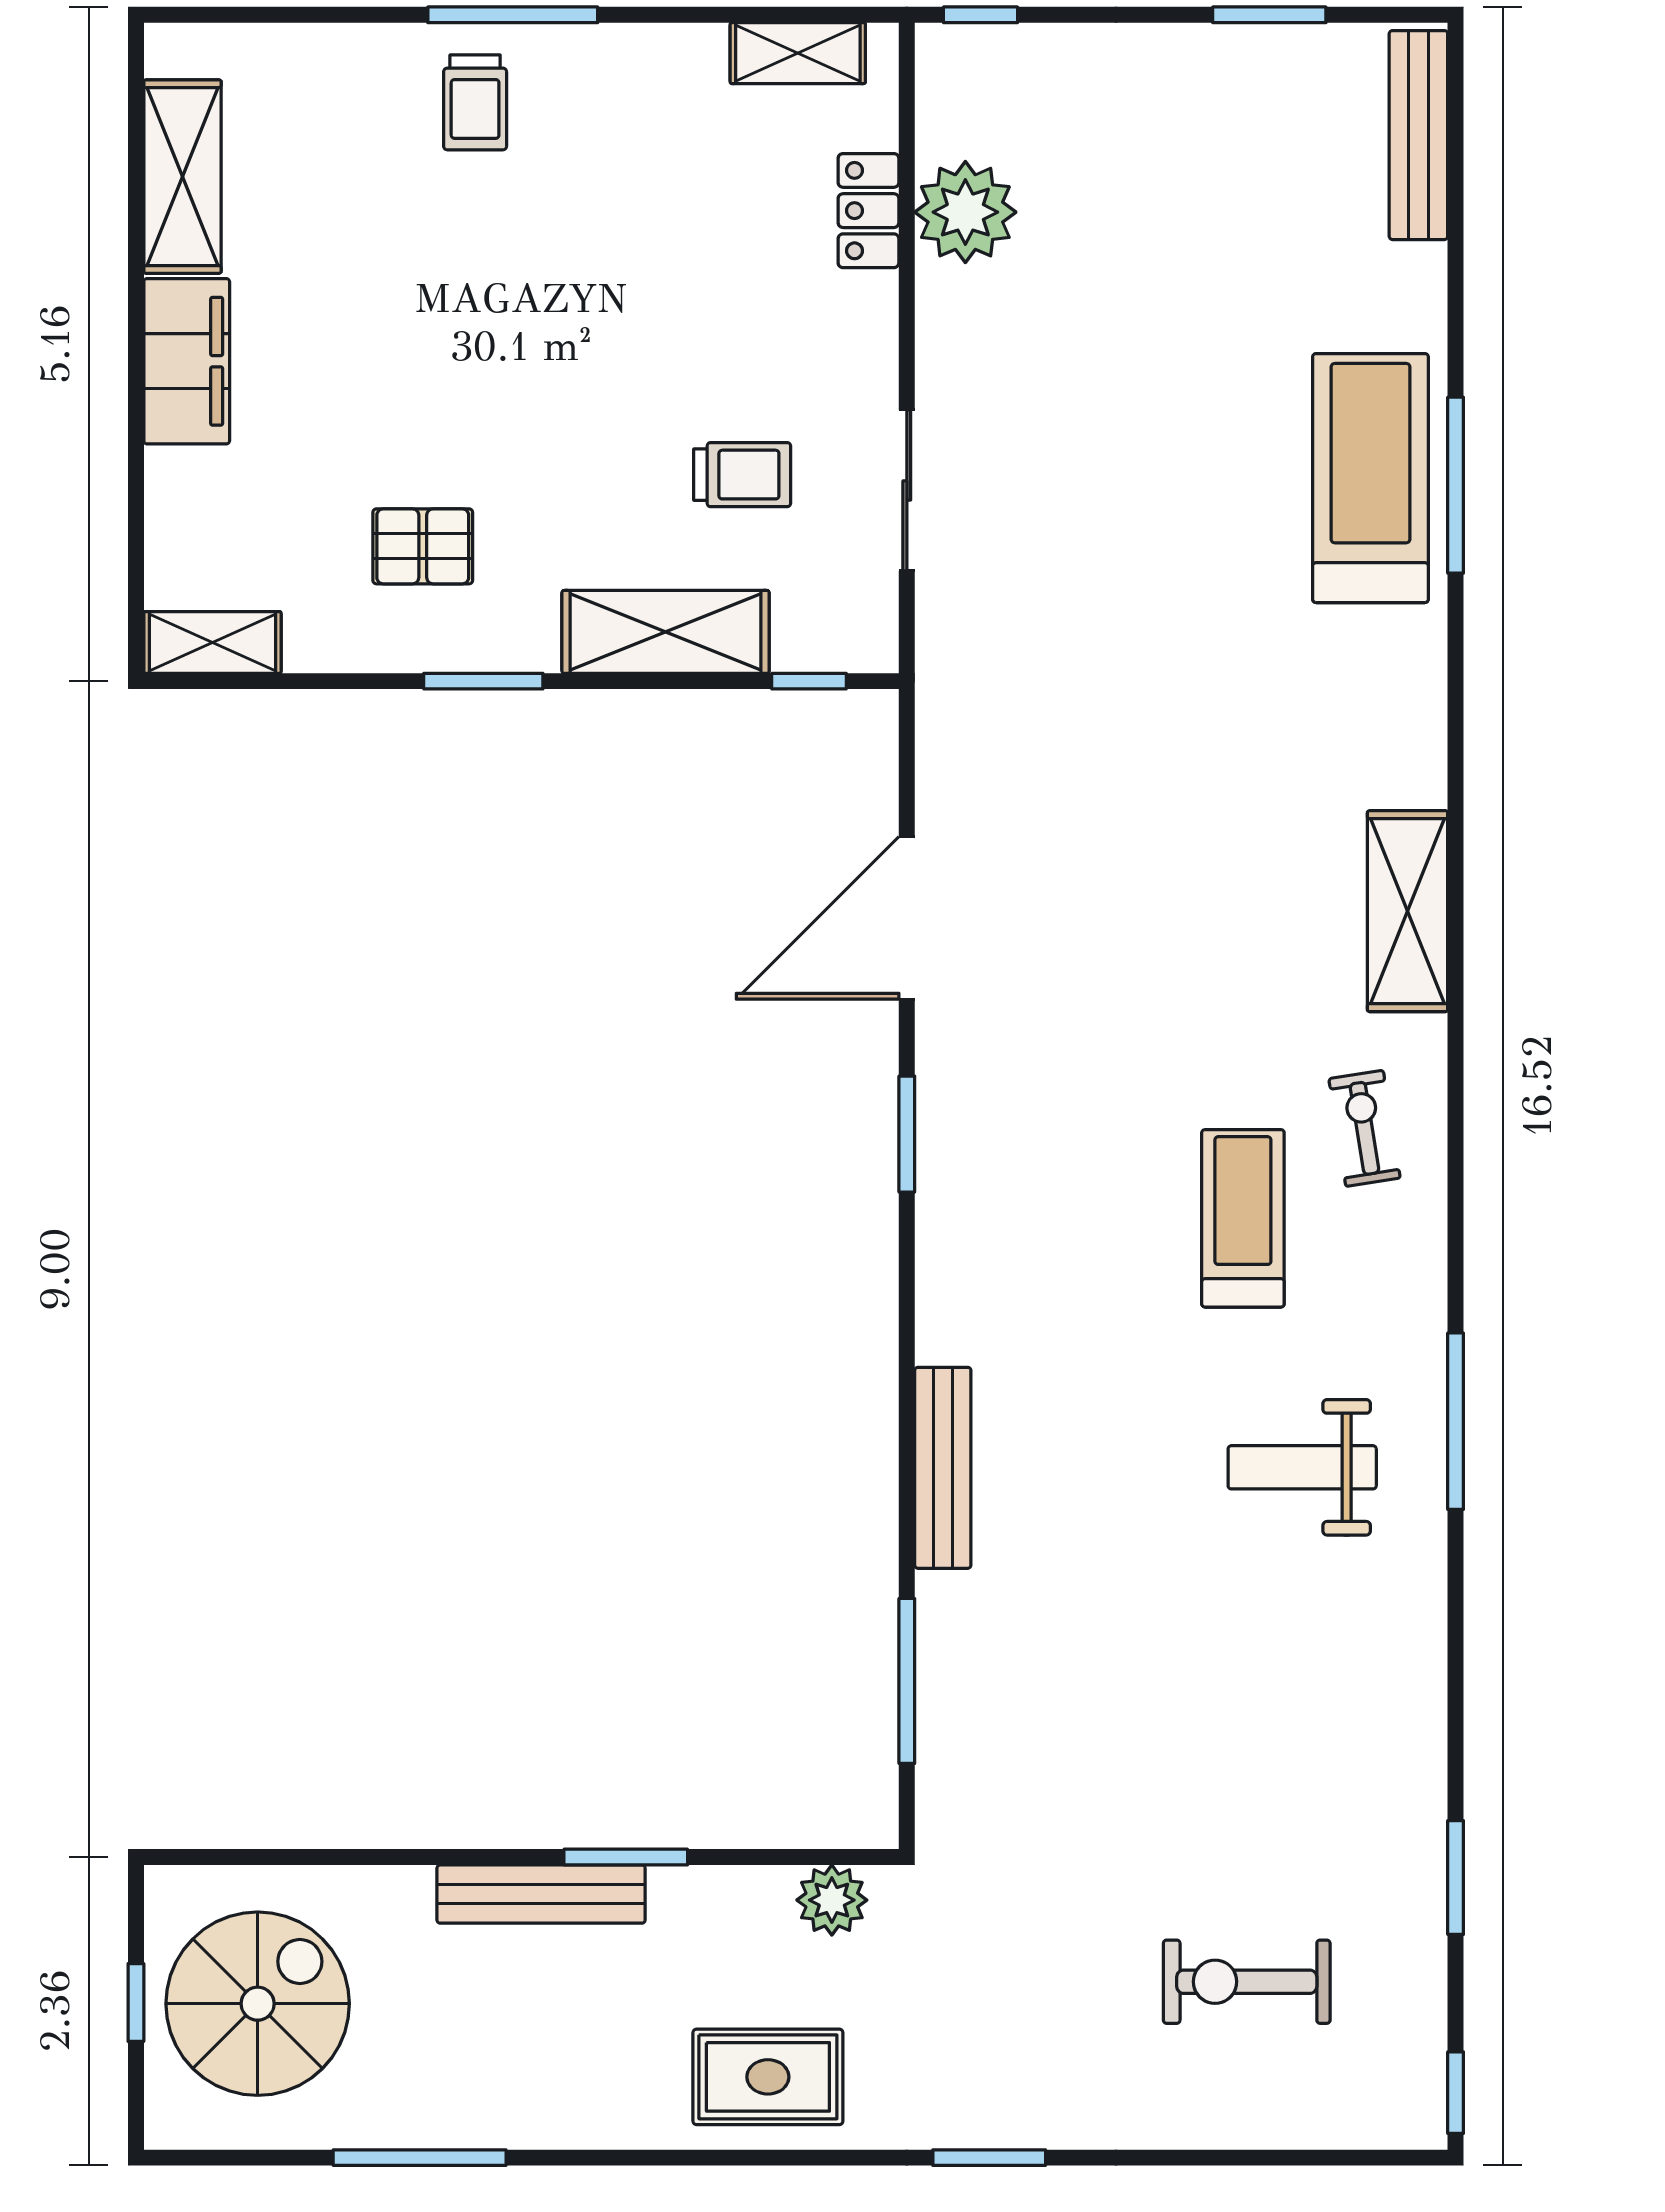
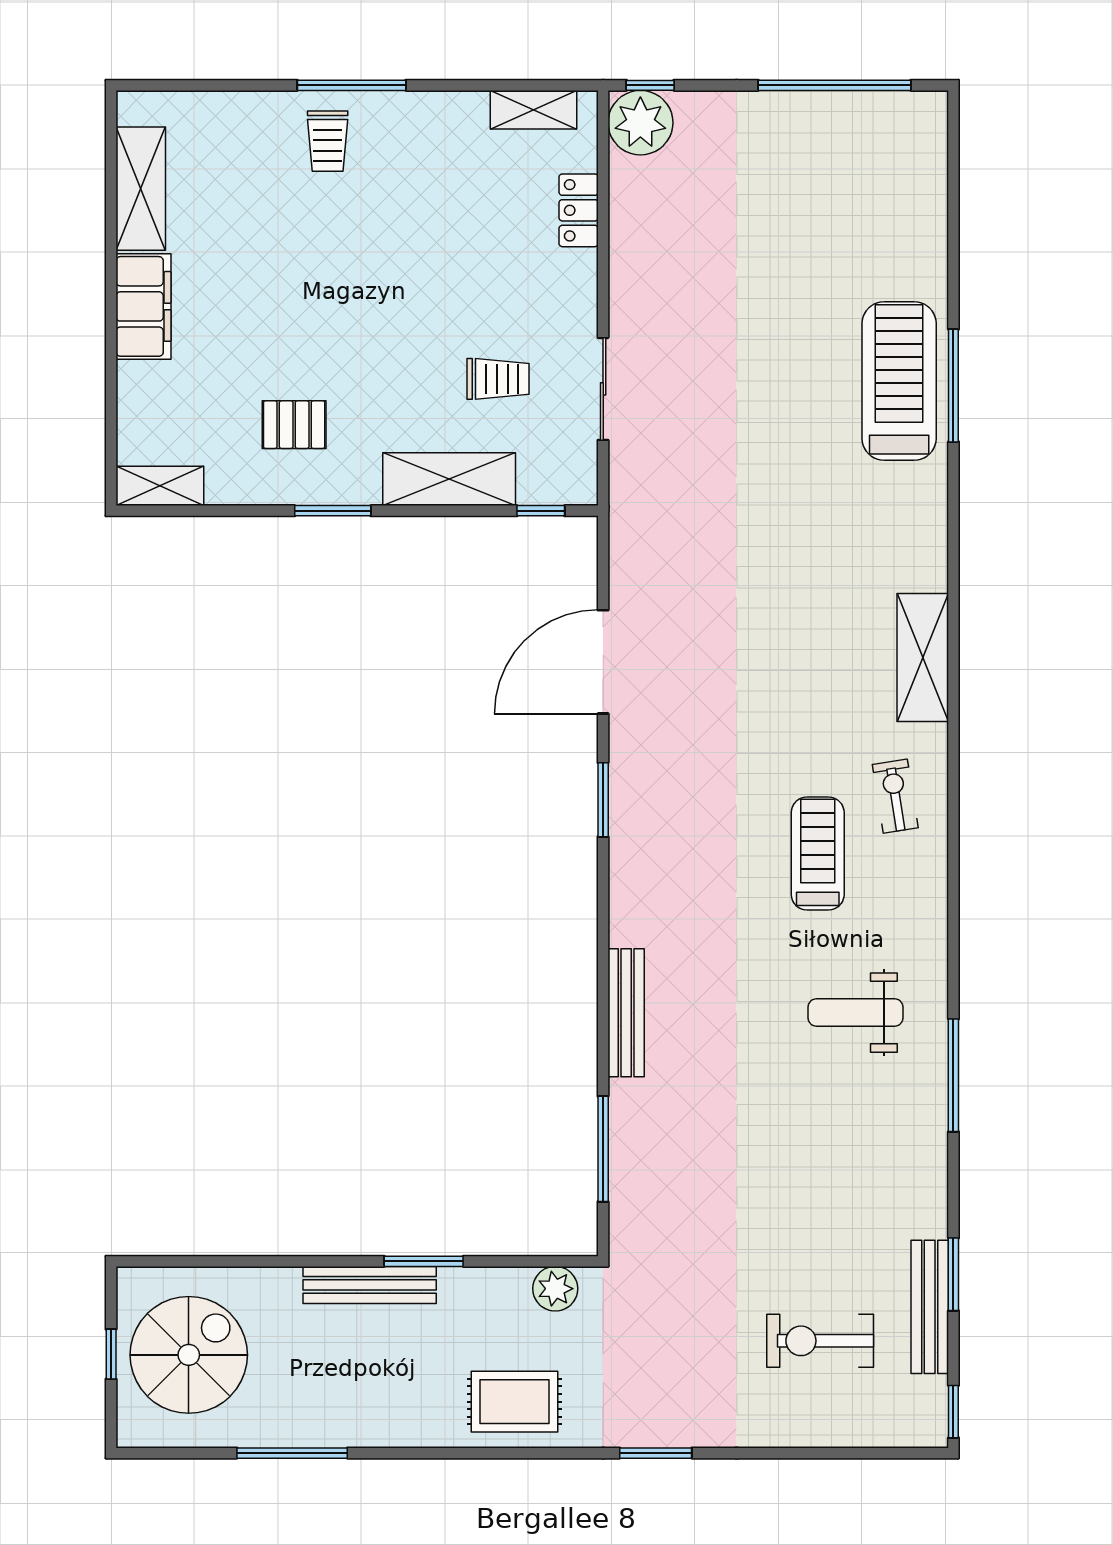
window: (1269, 15) -> (835, 85), width x2.11
bench: (1418, 135) -> (930, 1307), moved
plant: (965, 212) -> (640, 123), moved
window: (1456, 1421) -> (953, 1075), moved

